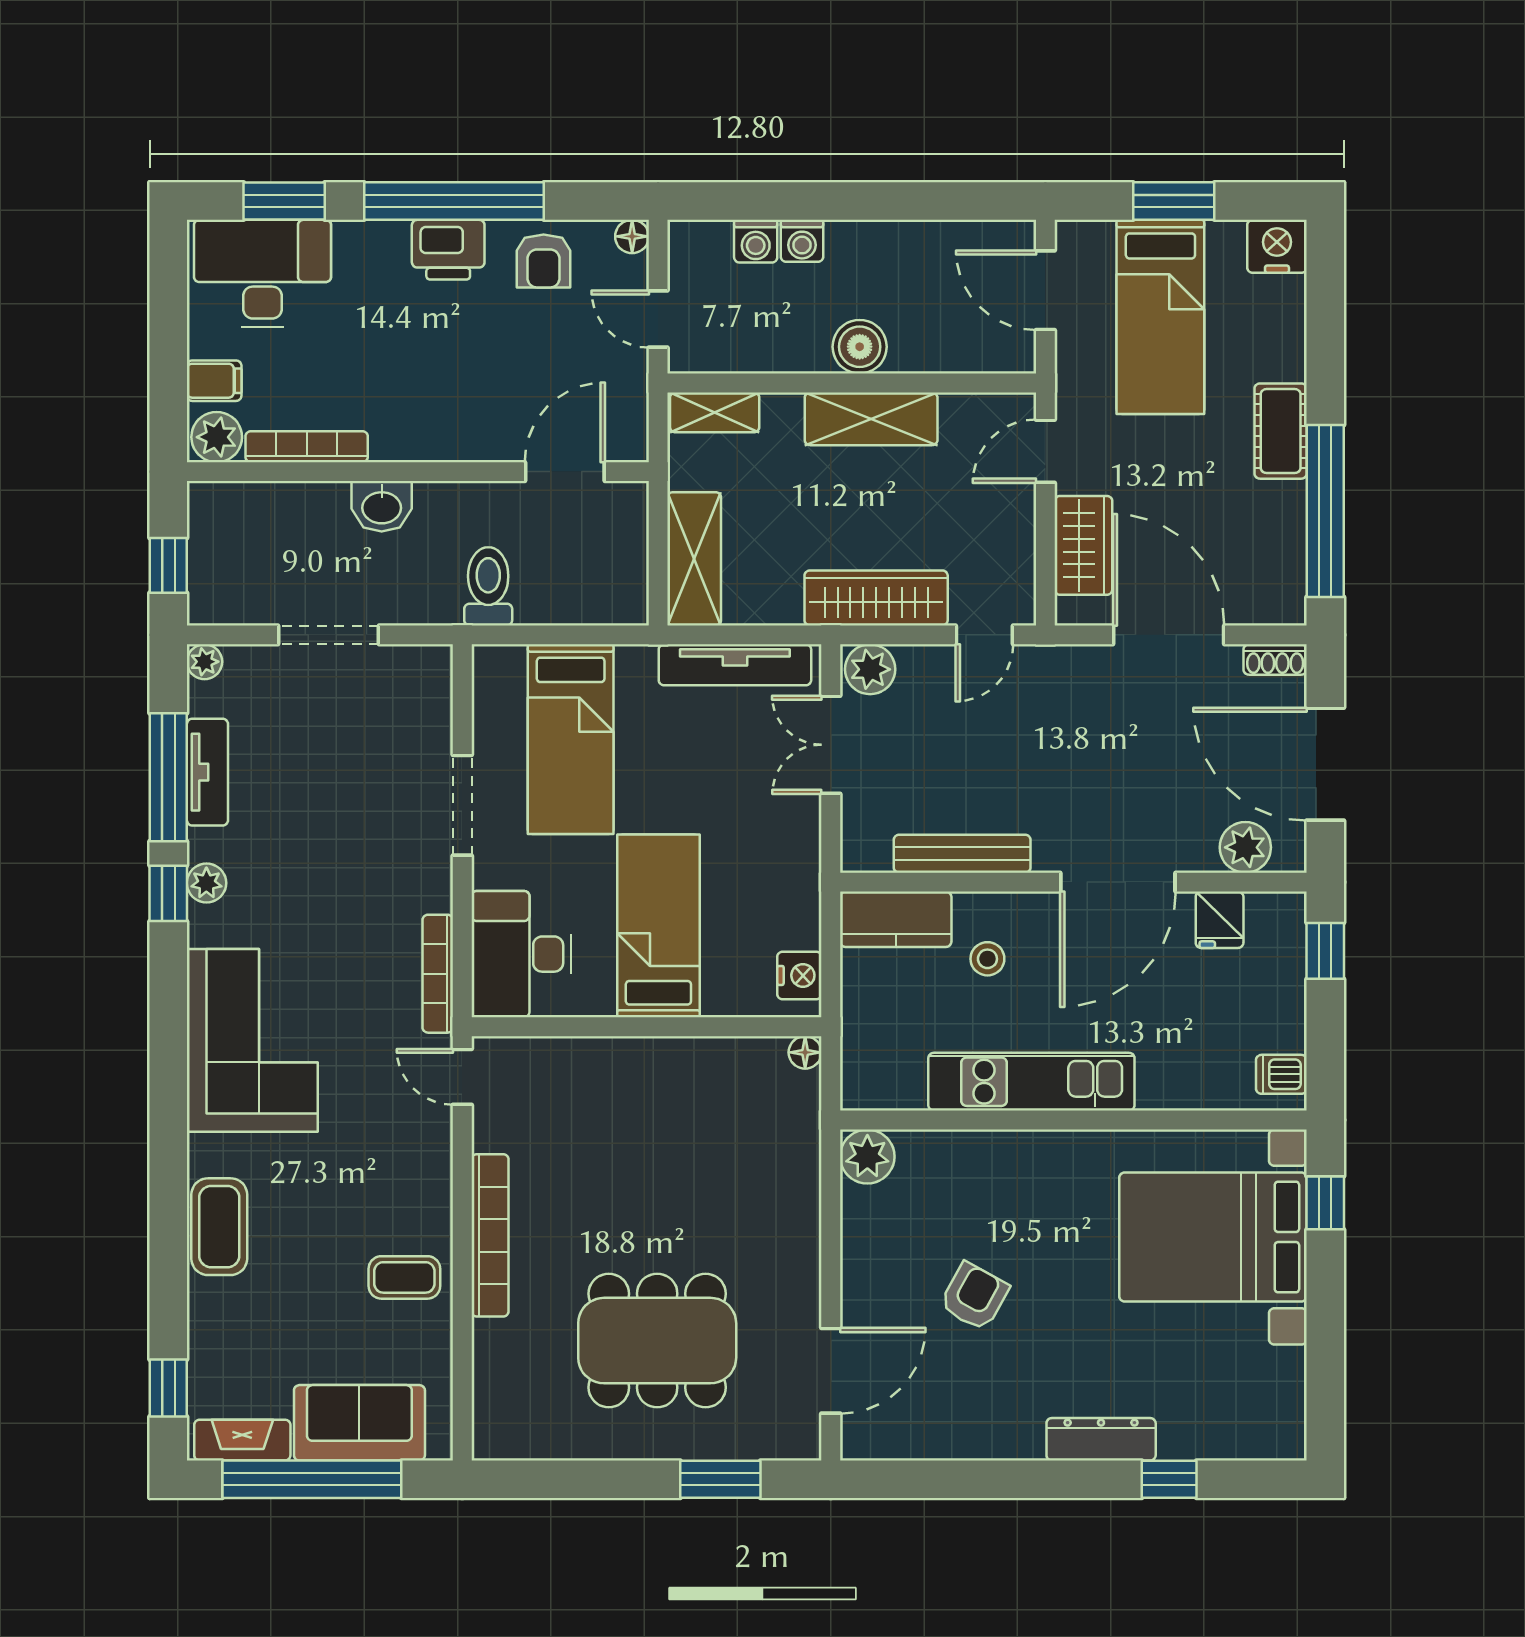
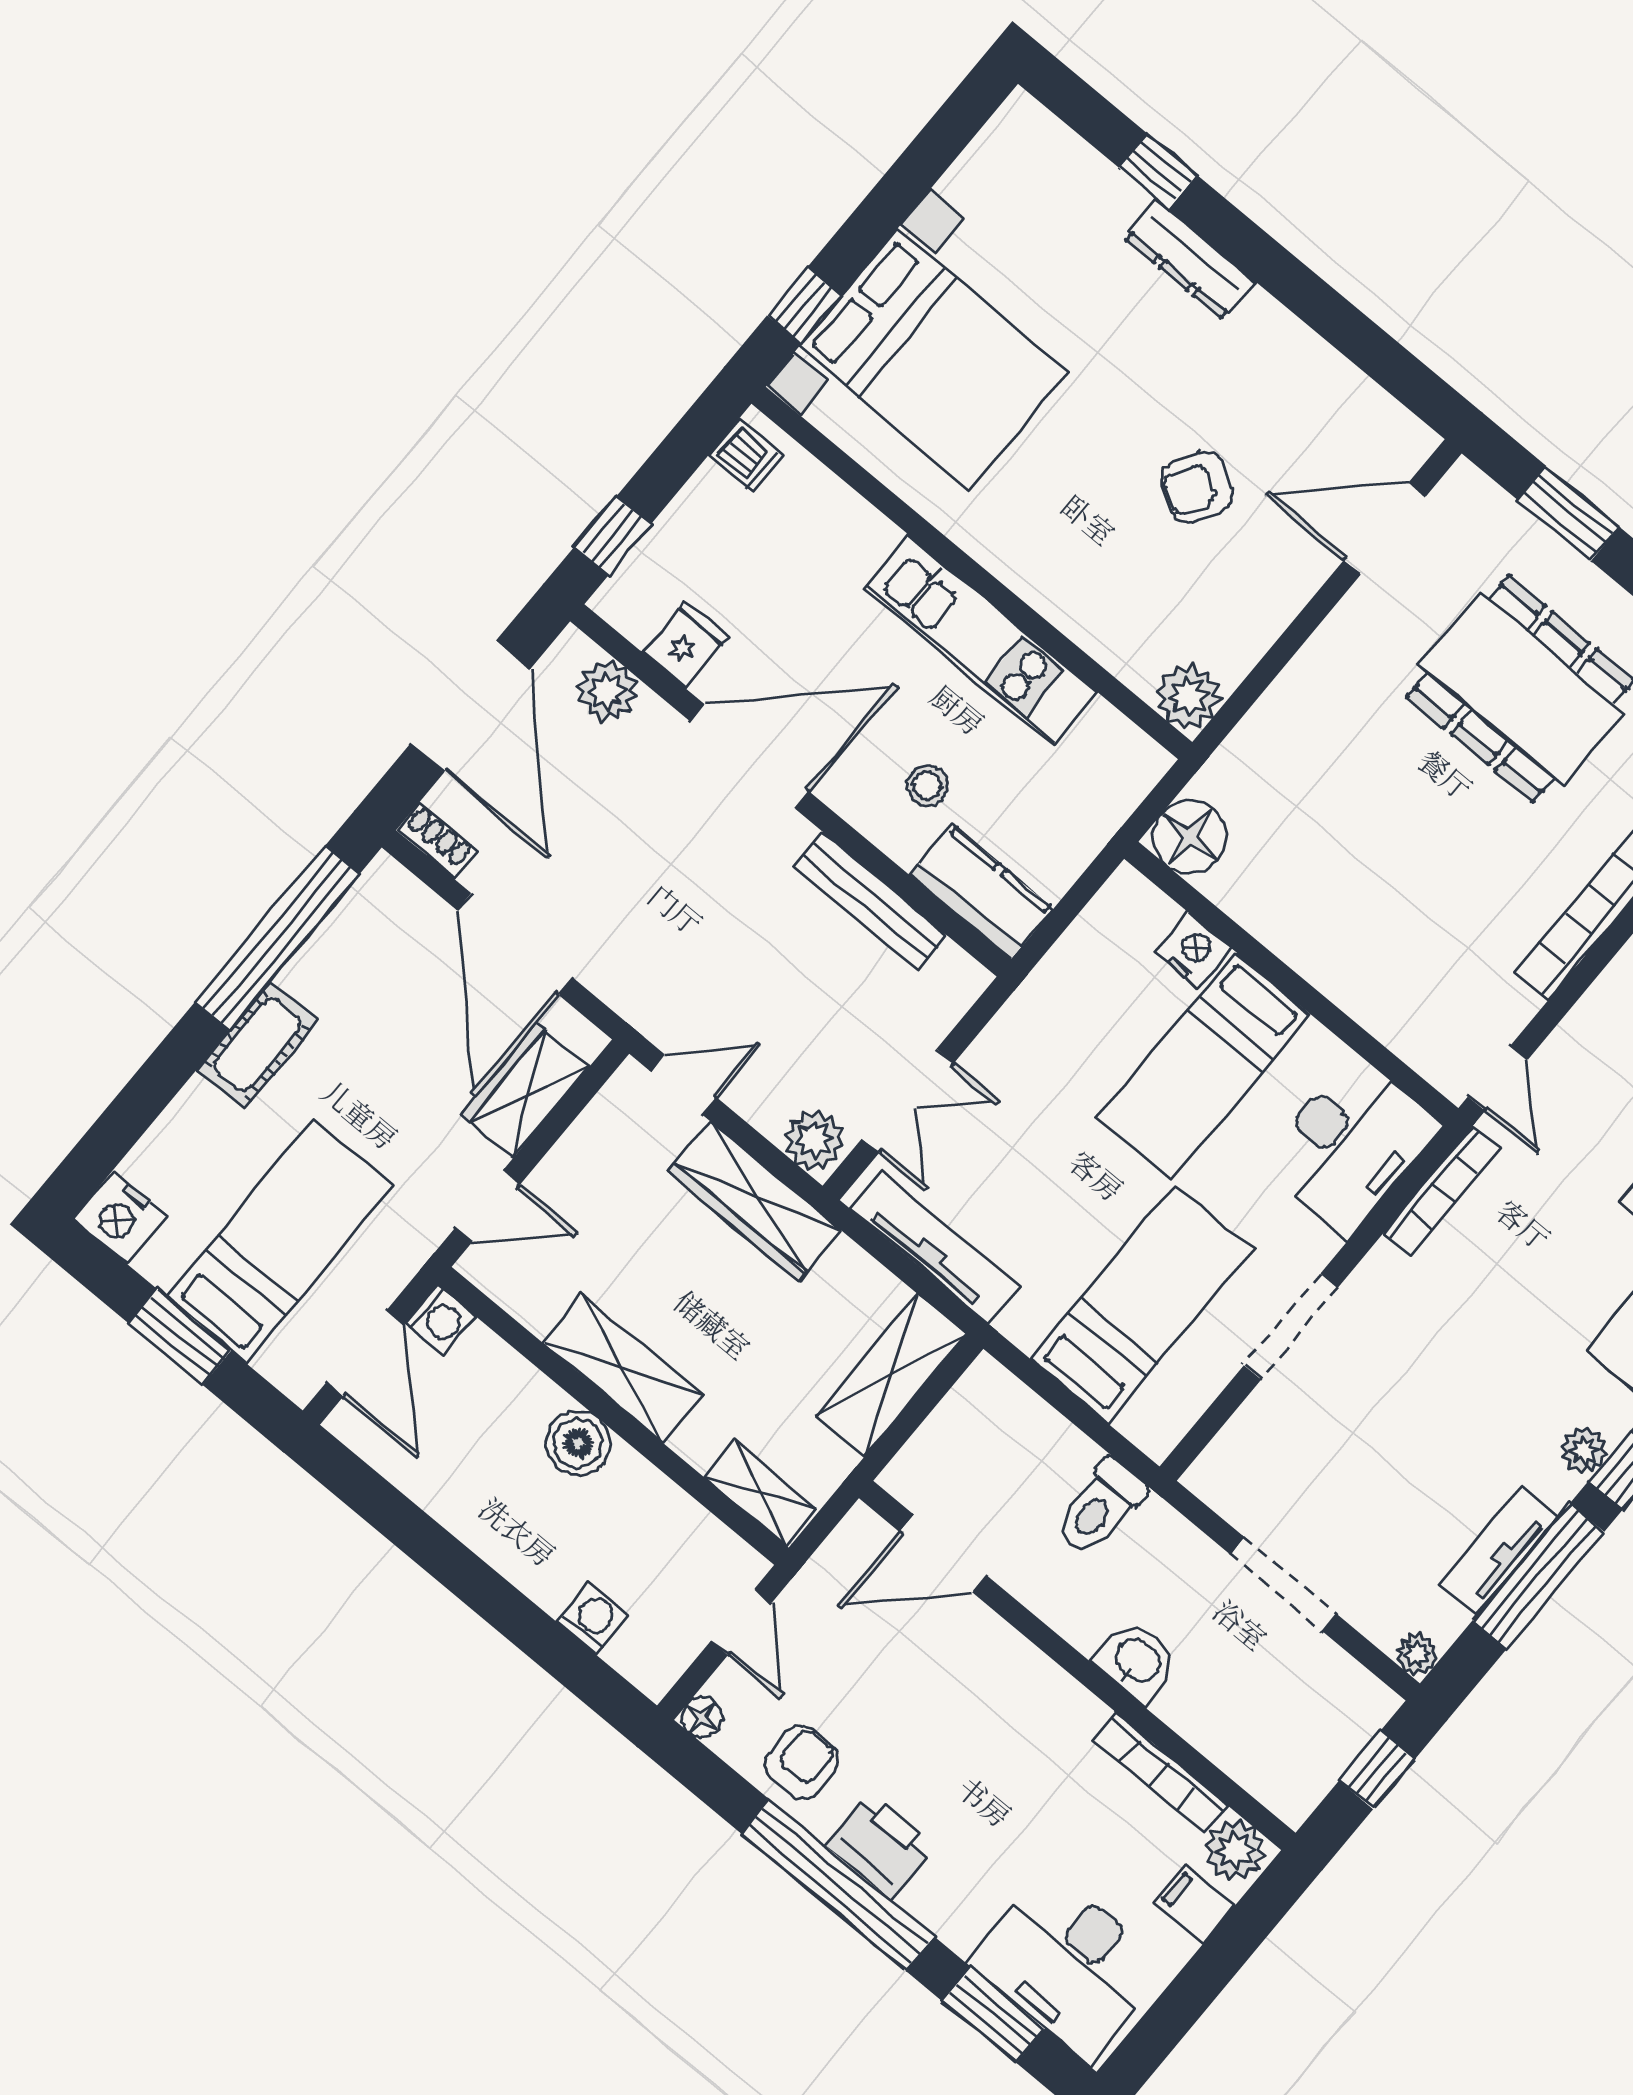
washing machine: (802, 241) -> (440, 1319), moved, turned 90
nightstand: (799, 975) -> (1193, 951), moved, turned 90
floor lamp: (805, 1052) -> (1190, 837), width x1.89, depth x1.89

